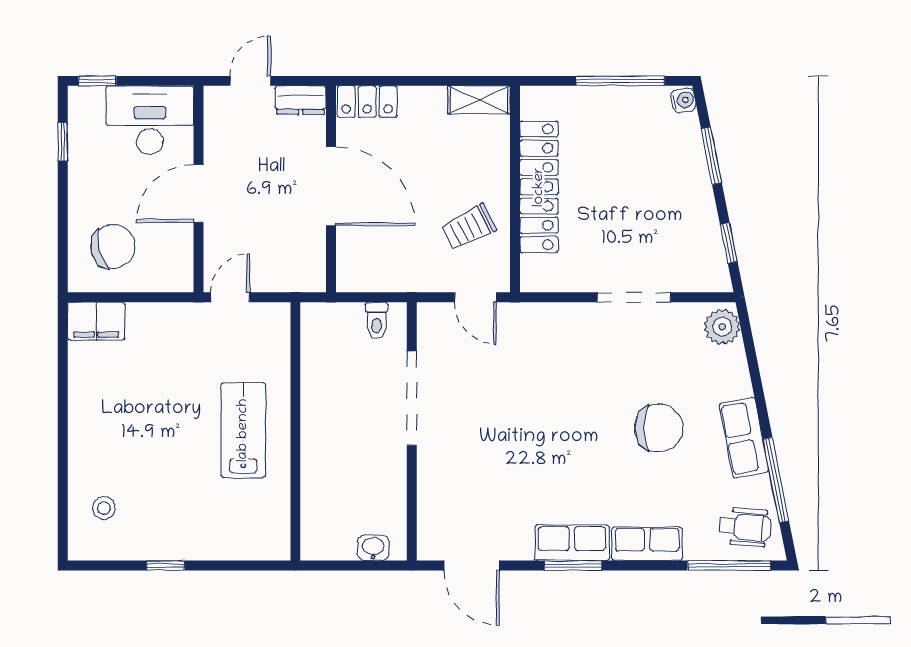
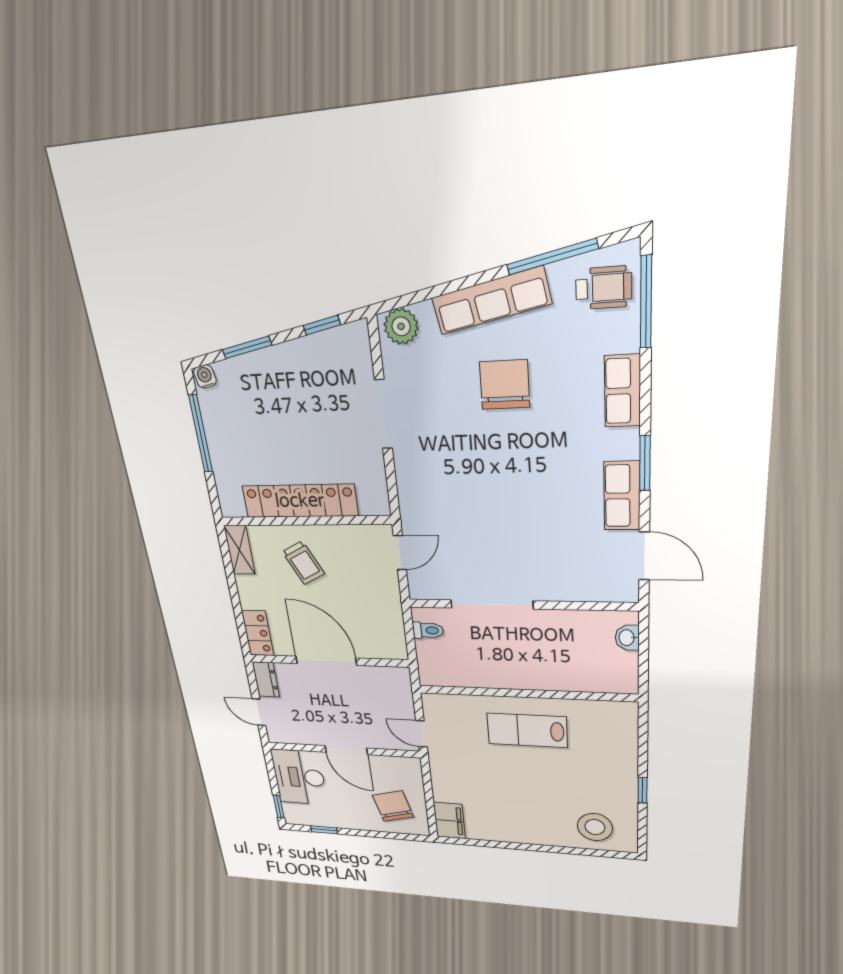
door: (331, 186) -> (326, 661), hinge flipped
trolley: (469, 227) -> (303, 563), moved
row of seats: (744, 438) -> (491, 301), width x1.48
stool: (104, 508) -> (595, 827), width x1.89, depth x1.89
wheelchair: (745, 527) -> (604, 288), turned 85
row of seats: (572, 543) -> (622, 496), moved
door: (472, 565) -> (644, 556), hinge flipped

